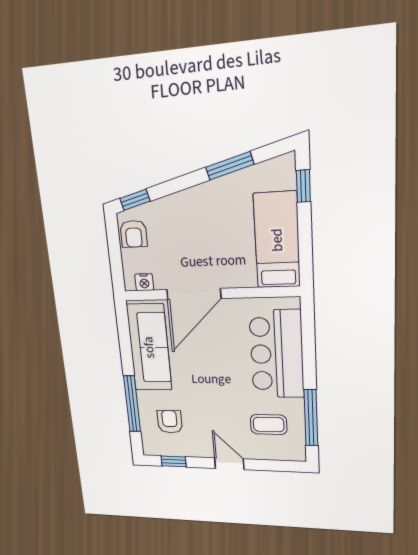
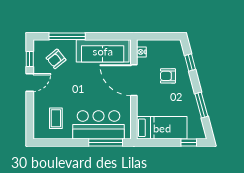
window: (135, 200) -> (190, 62), moved
armchair: (134, 234) -> (168, 76), moved
window: (311, 418) -> (106, 142), moved
armchair: (170, 422) -> (56, 59), turned 141
door: (229, 464) -> (30, 82), moved

